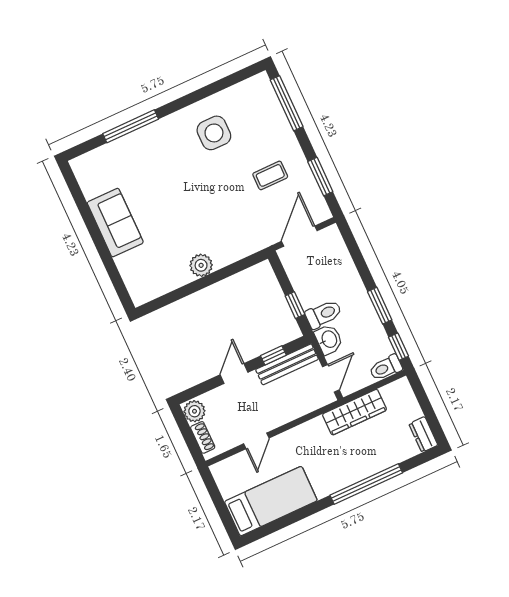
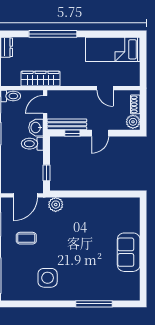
plant: (201, 265) -> (56, 205), moved
window: (295, 305) -> (47, 173), moved
door: (256, 441) -> (105, 88), swing flipped

